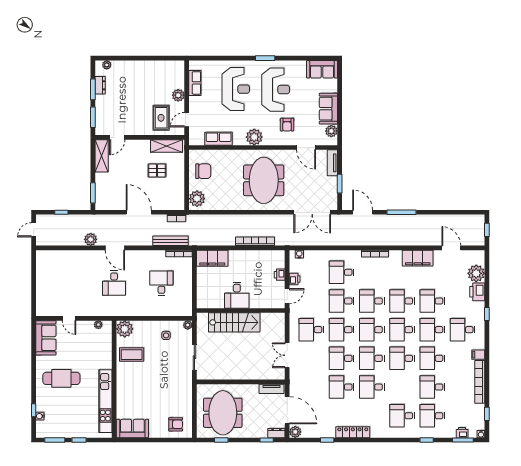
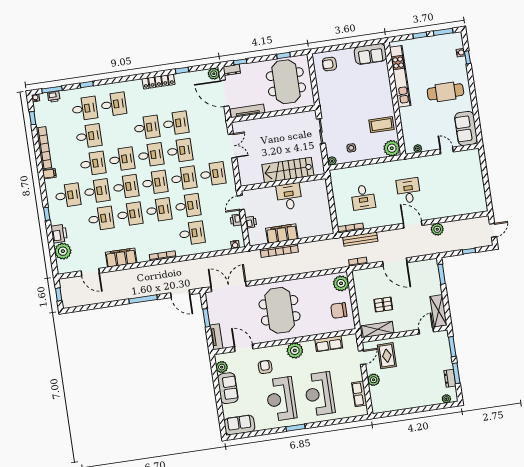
filing cabinet: (212, 258) -> (282, 234), moved
tv unit: (271, 389) -> (247, 111), width x1.41

